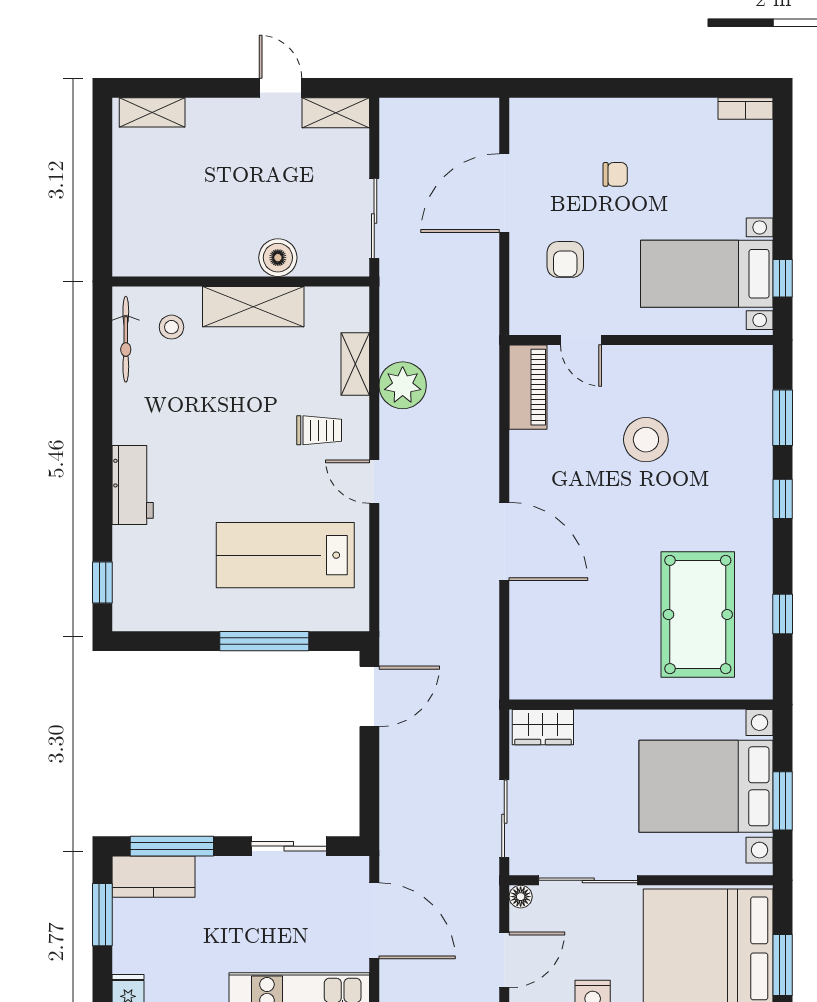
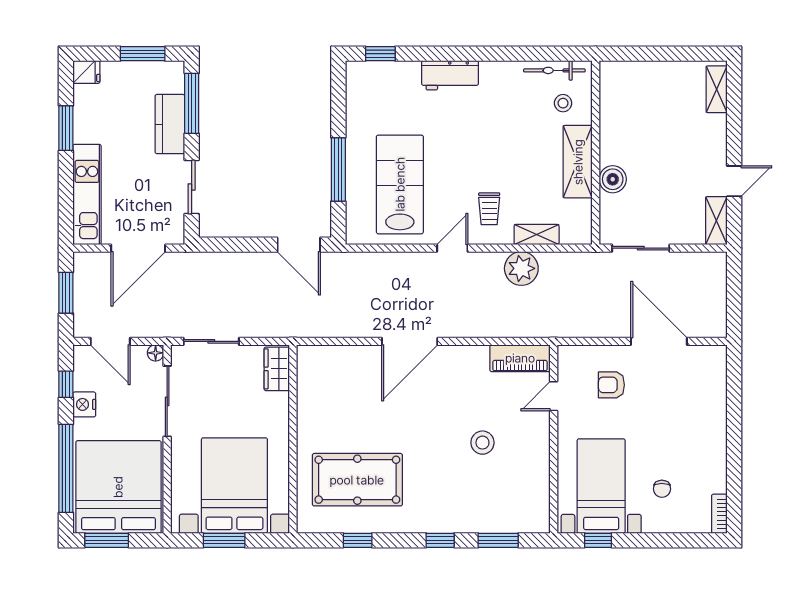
chair: (615, 174) -> (662, 489), moved
stool: (646, 440) -> (482, 443), width x0.73, depth x0.73
kitchen counter: (154, 877) -> (170, 124), moved

